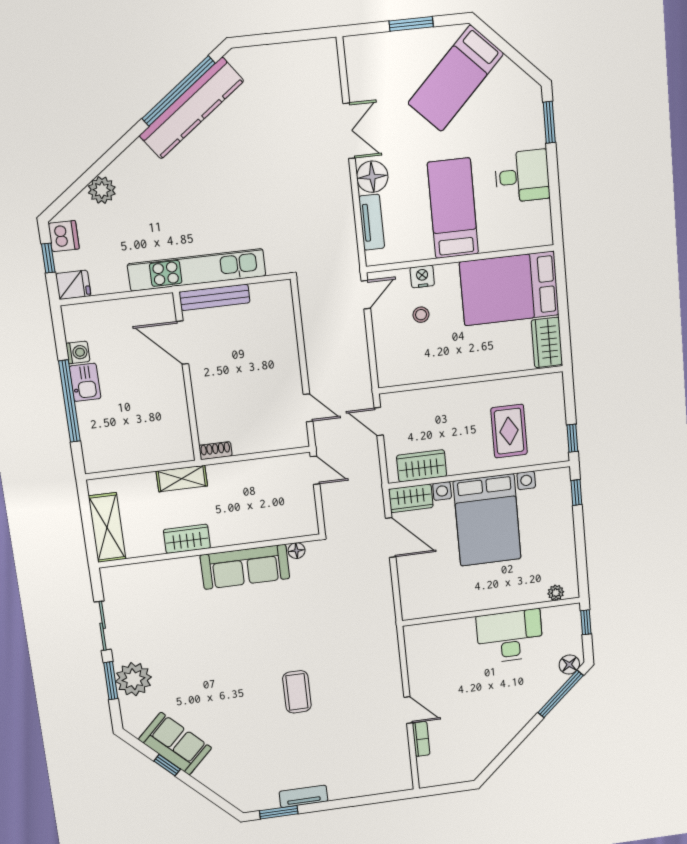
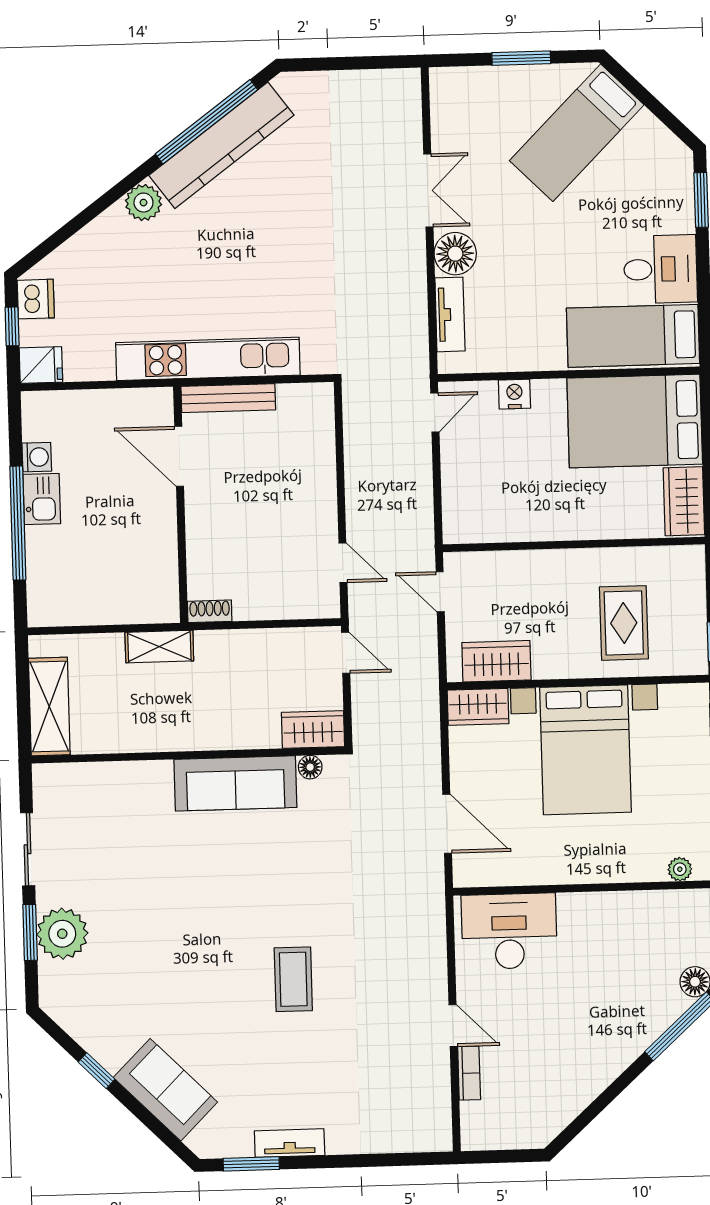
plant: (102, 190) -> (143, 203), moved
bed: (453, 208) -> (633, 336), moved, turned -90
stool: (421, 315) -> (509, 447), removed
door: (391, 538) -> (447, 824), moved
wardrobe: (187, 539) -> (313, 729), moved
desk: (510, 636) -> (509, 931), moved
sofa: (175, 744) -> (165, 1090), moved

